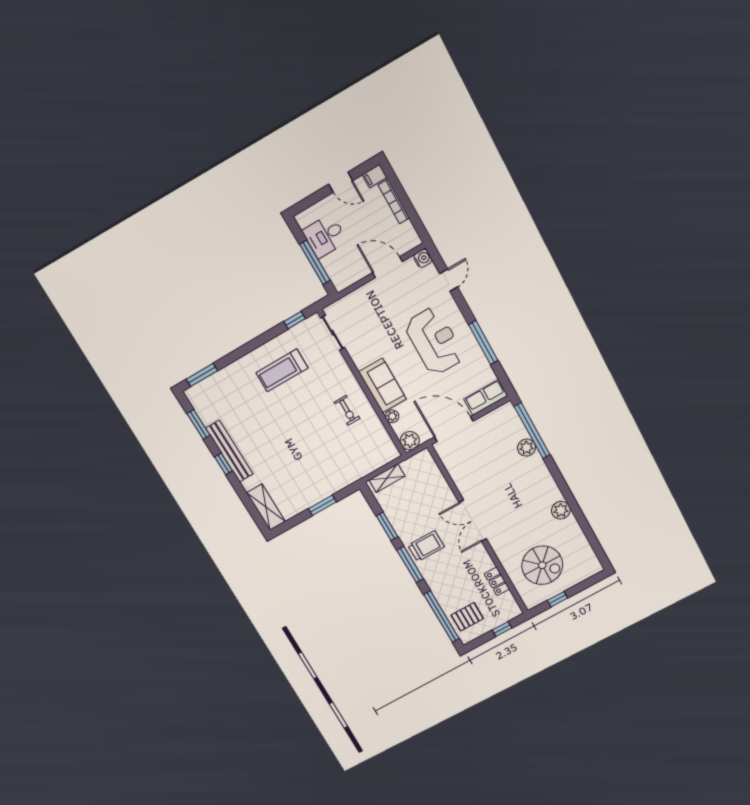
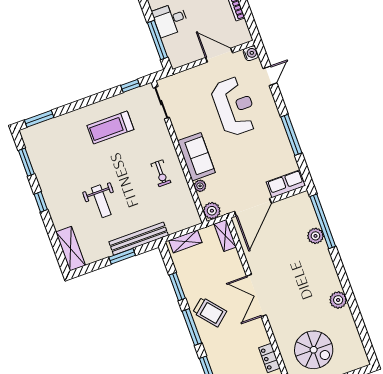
reception desk: (434, 341) -> (234, 106), moved
door: (454, 429) -> (253, 207), swing flipped
bench: (229, 451) -> (139, 239), moved, turned 90
weight bench: (288, 452) -> (101, 201), added
shelving: (429, 464) -> (225, 235), added
trolley: (426, 546) -> (210, 312), turned 50

